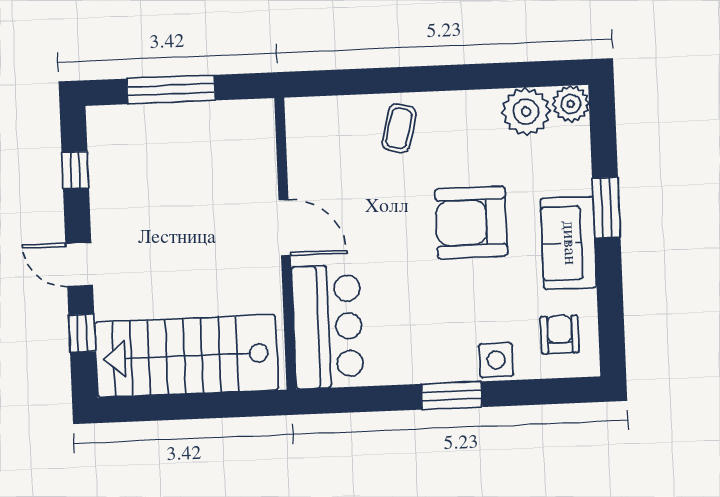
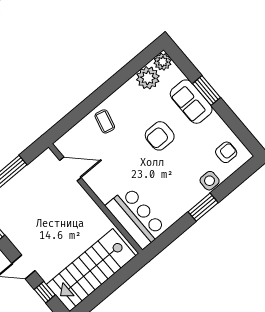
armchair: (471, 222) -> (160, 136), width x0.73, depth x0.73
door: (285, 228) -> (70, 169), moved
sofa: (569, 243) -> (191, 102), moved
armchair: (560, 335) -> (226, 152), turned 90

